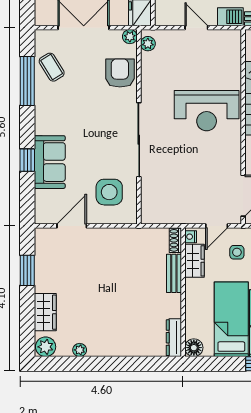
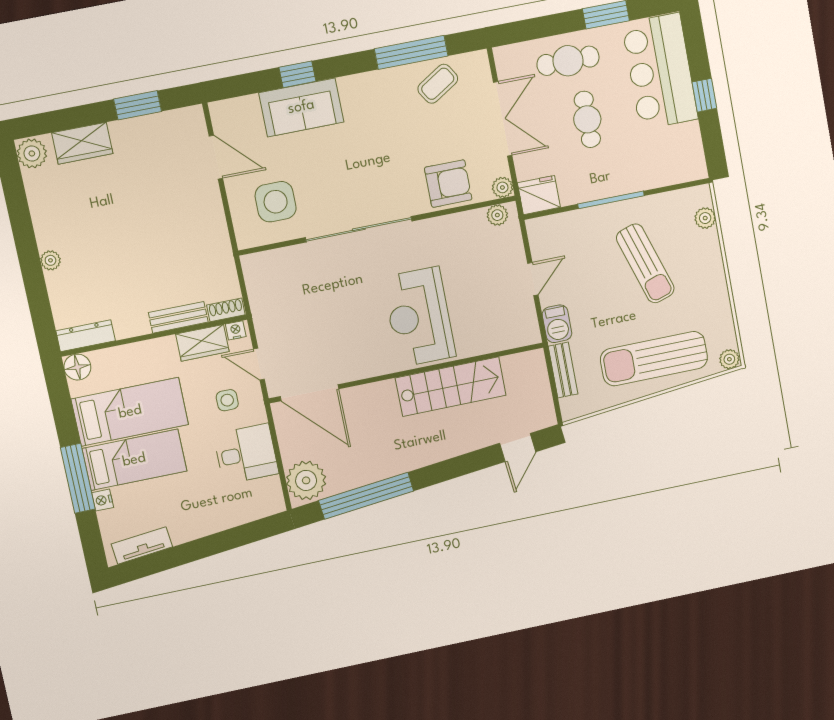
plant: (80, 350) -> (50, 260), moved

